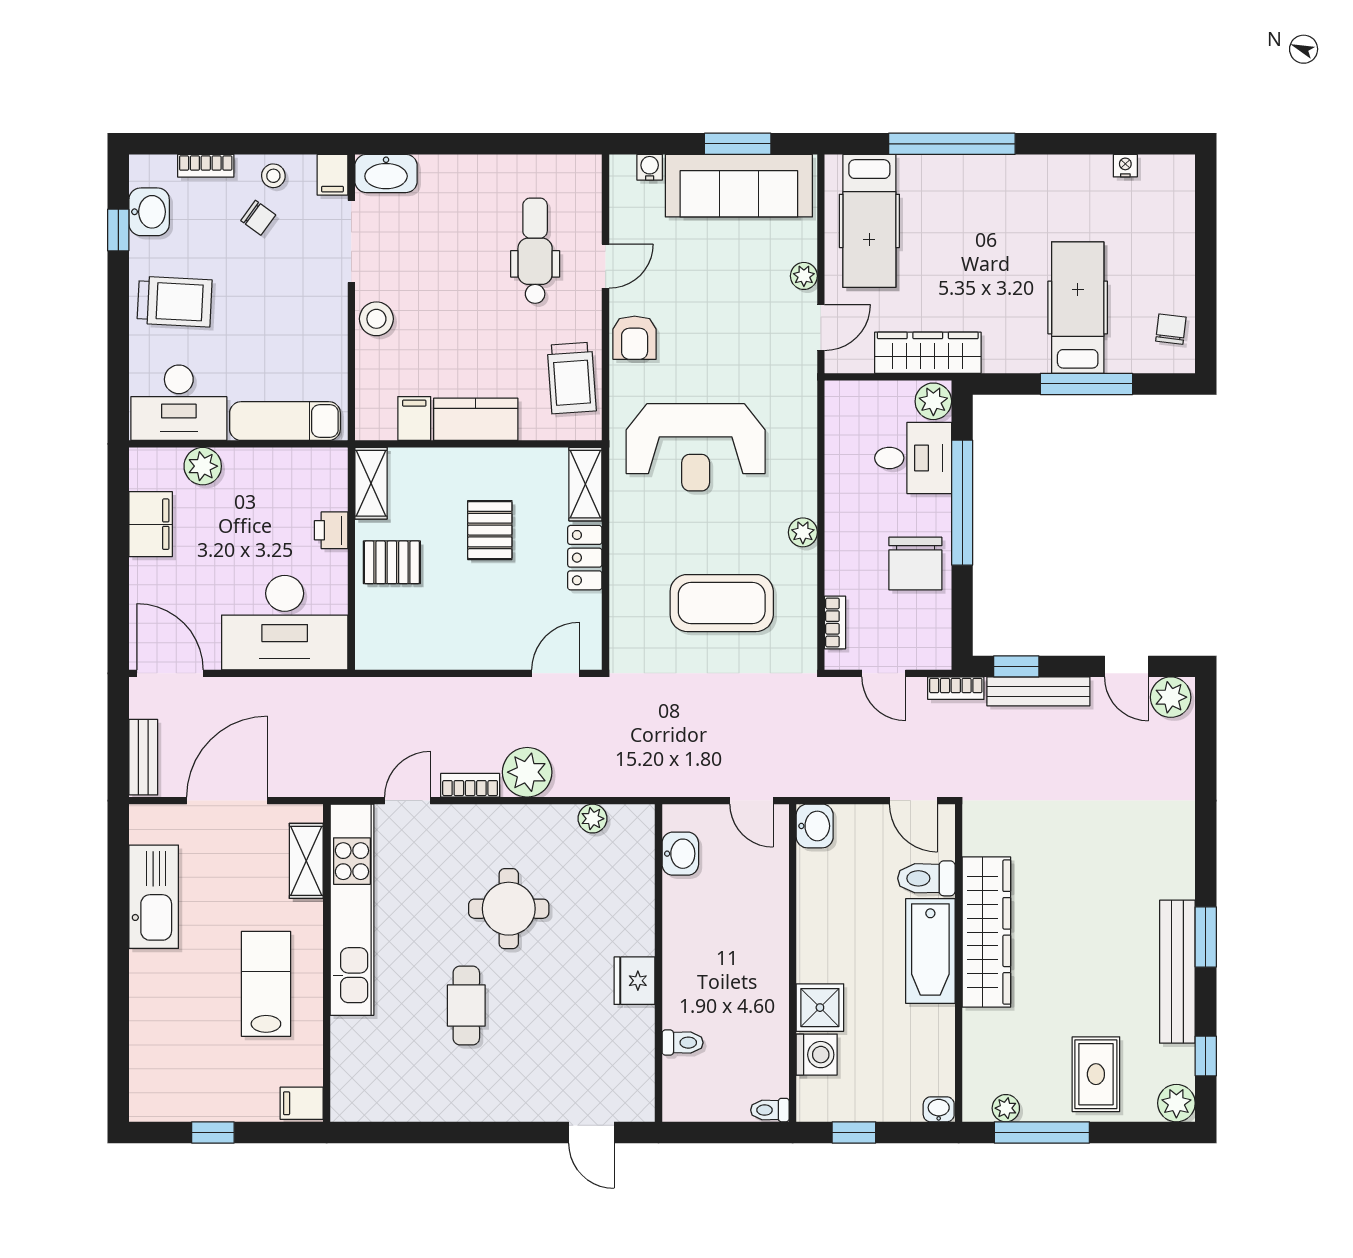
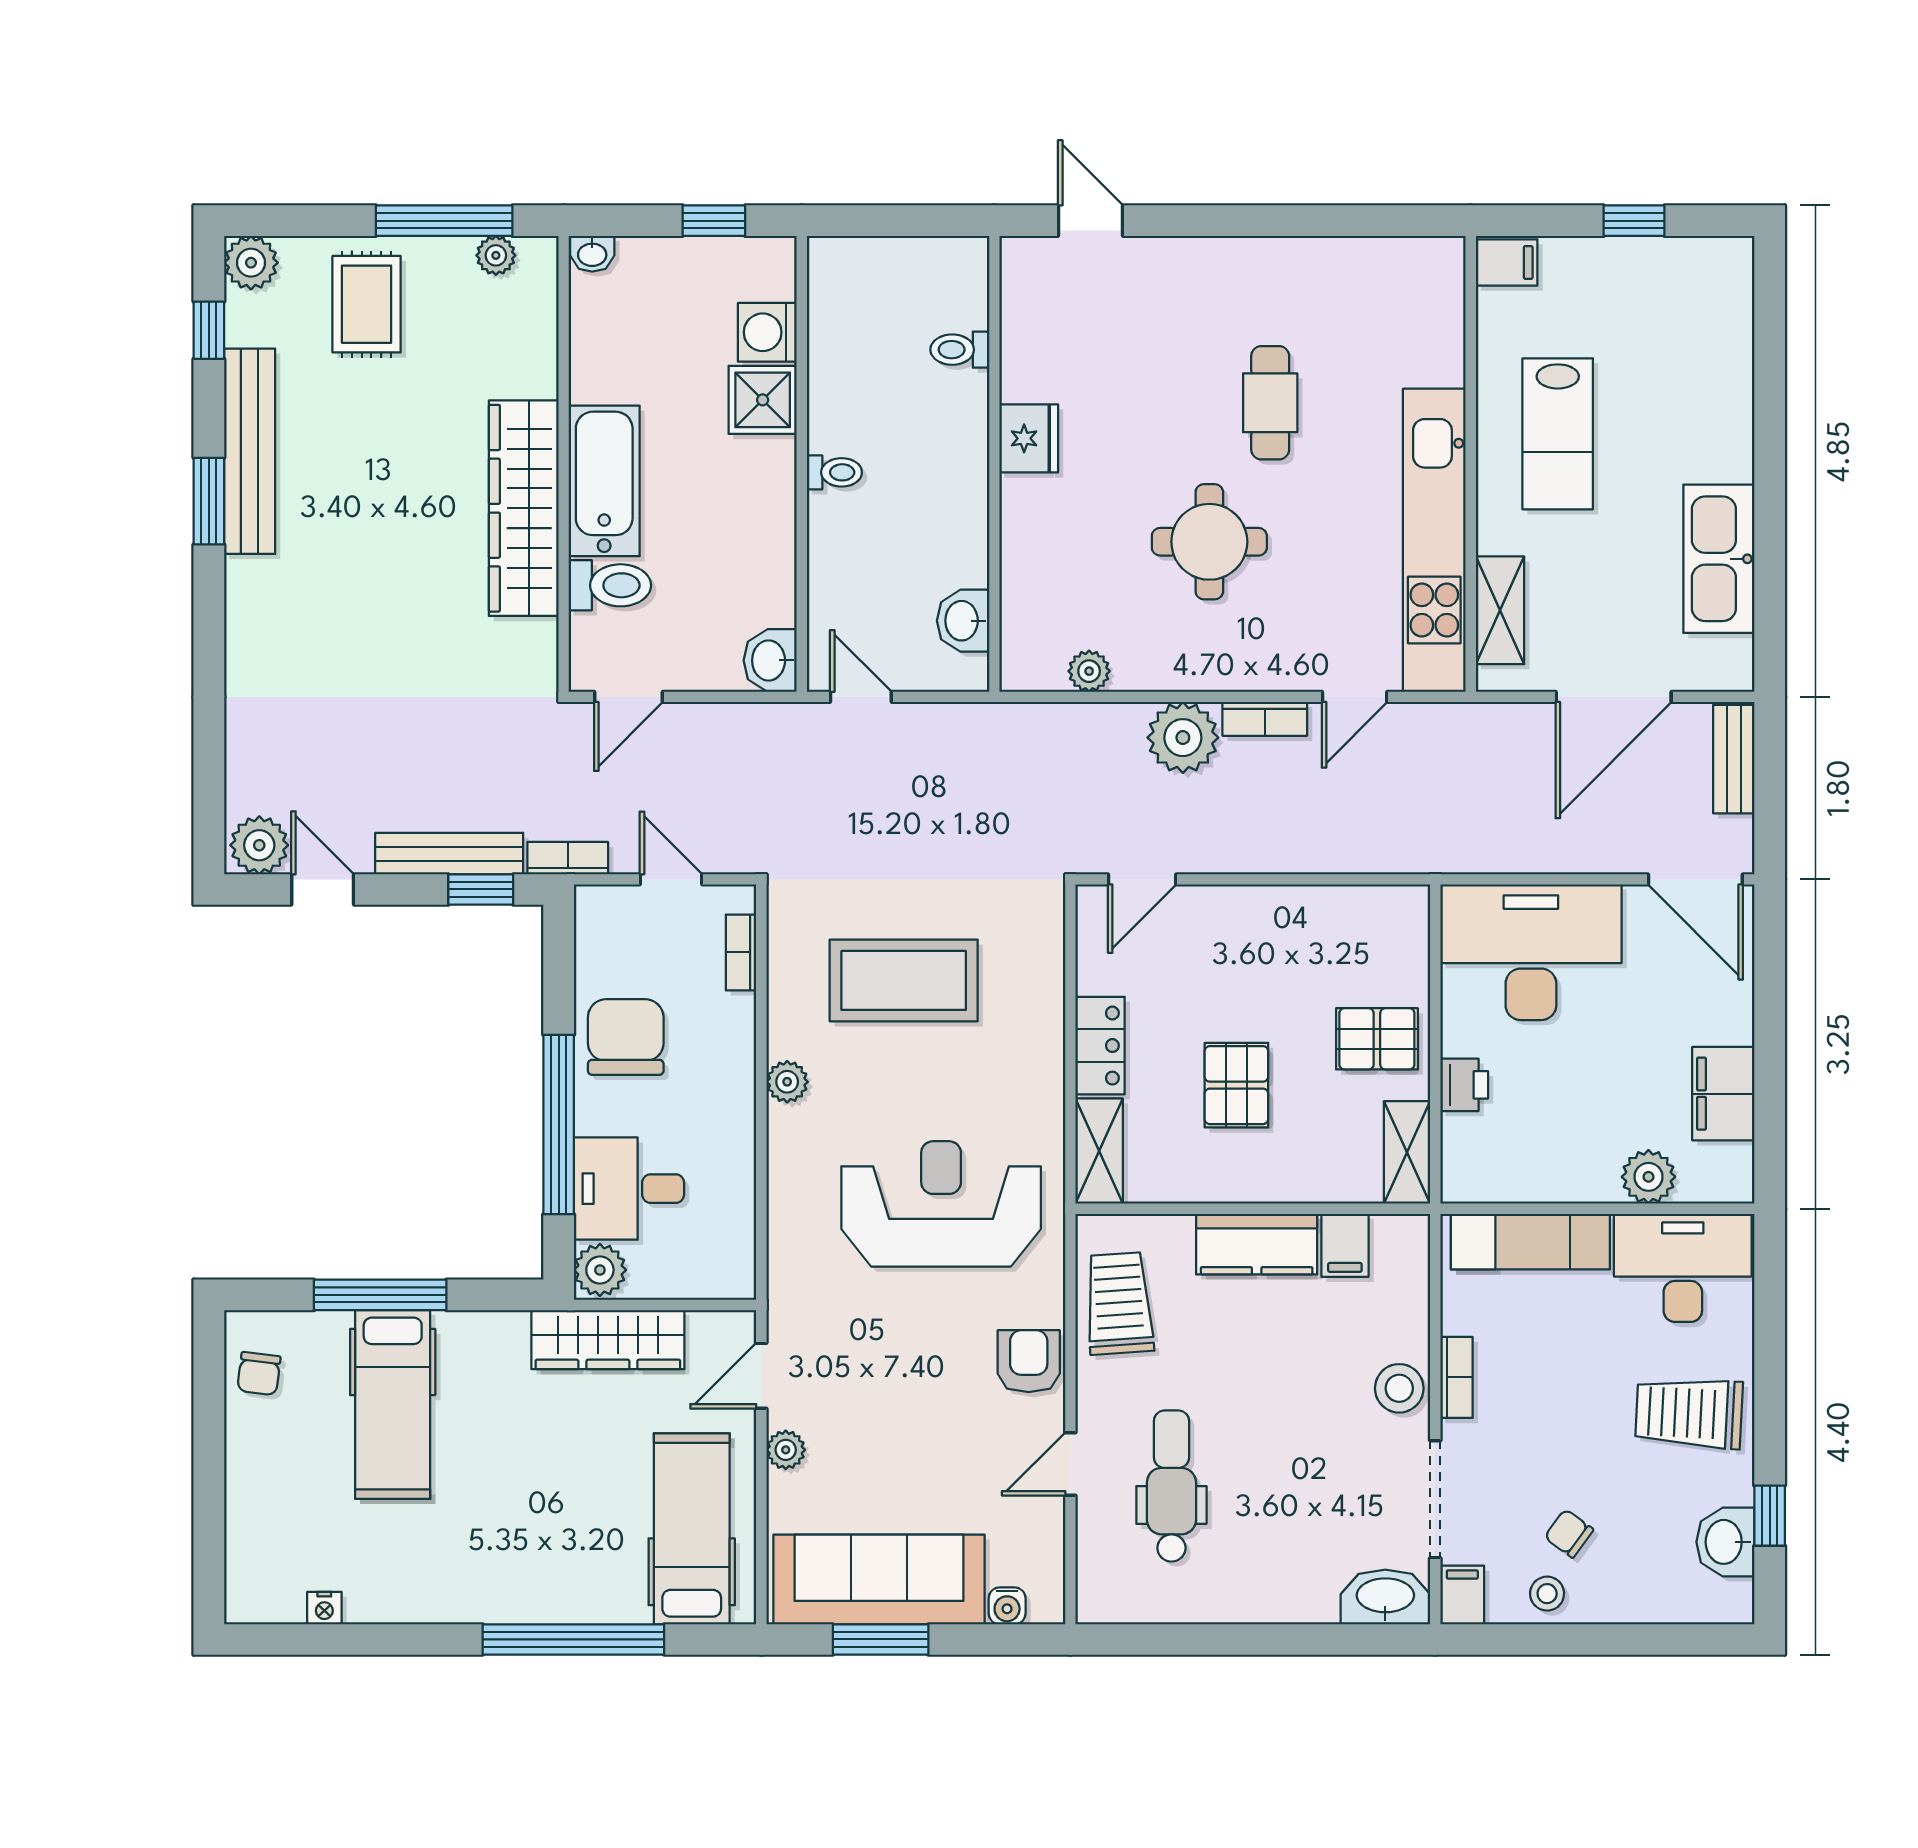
bookcase: (206, 166) -> (1457, 1377), moved, turned 90
dental chair: (535, 251) -> (1171, 1486), turned 180
door: (913, 801) -> (628, 697), swing flipped
toilet: (770, 1110) -> (834, 472), moved

